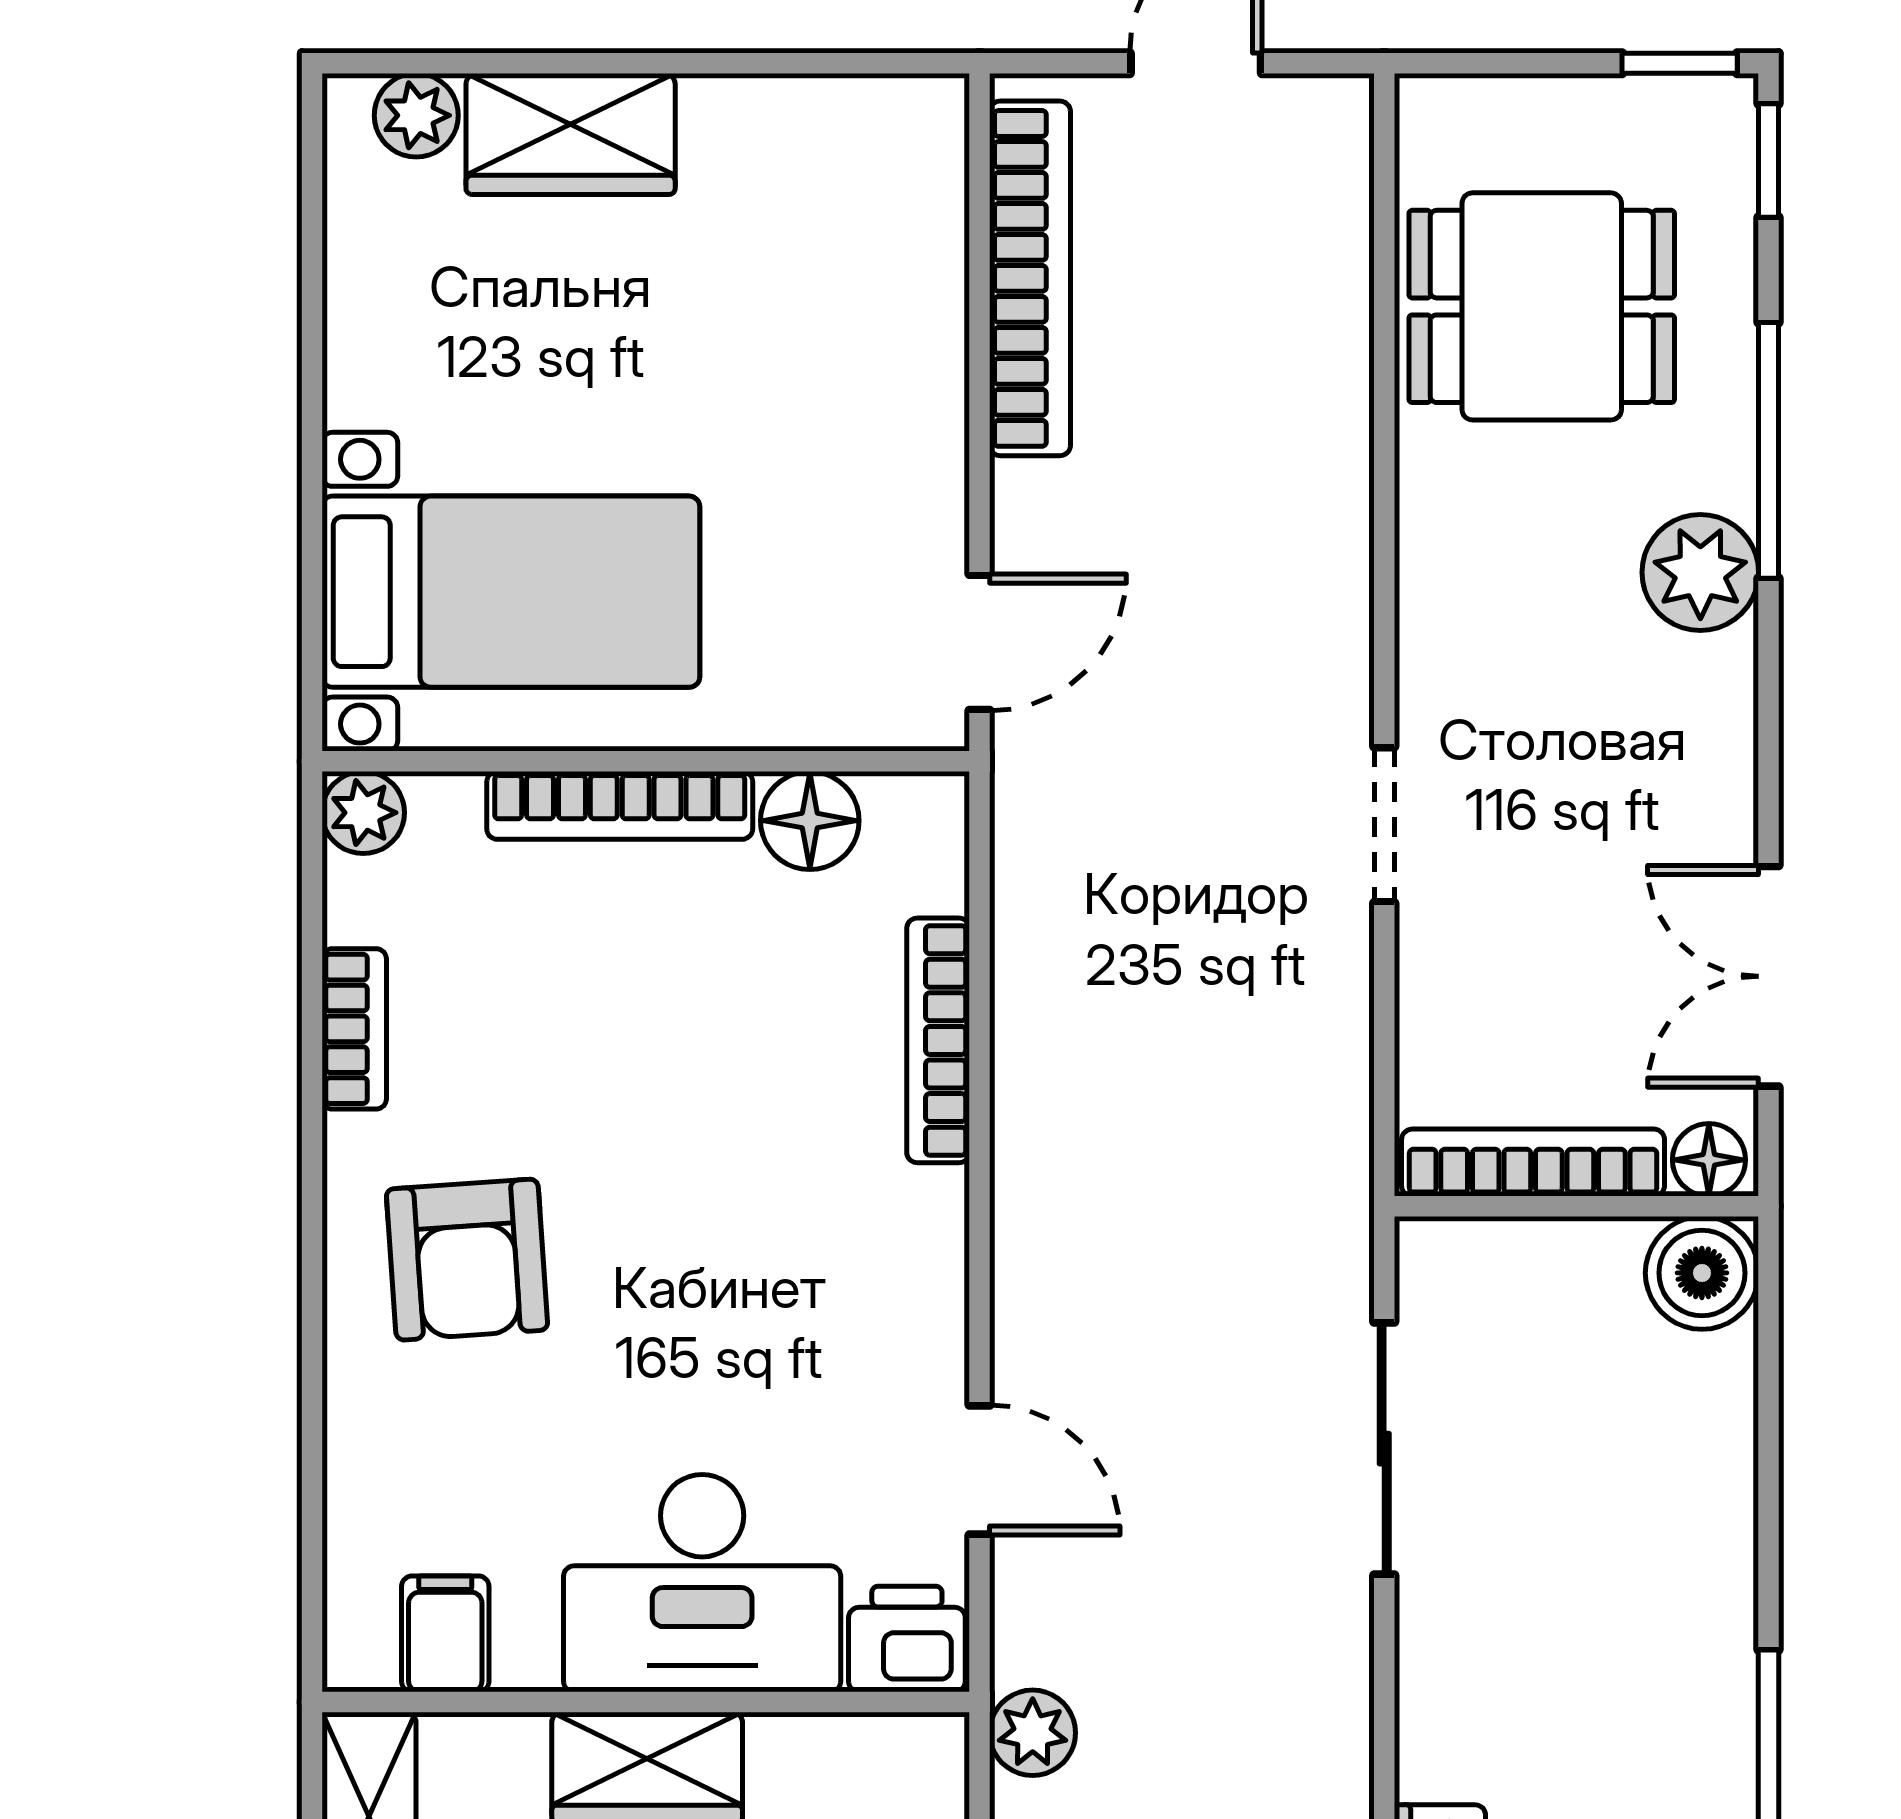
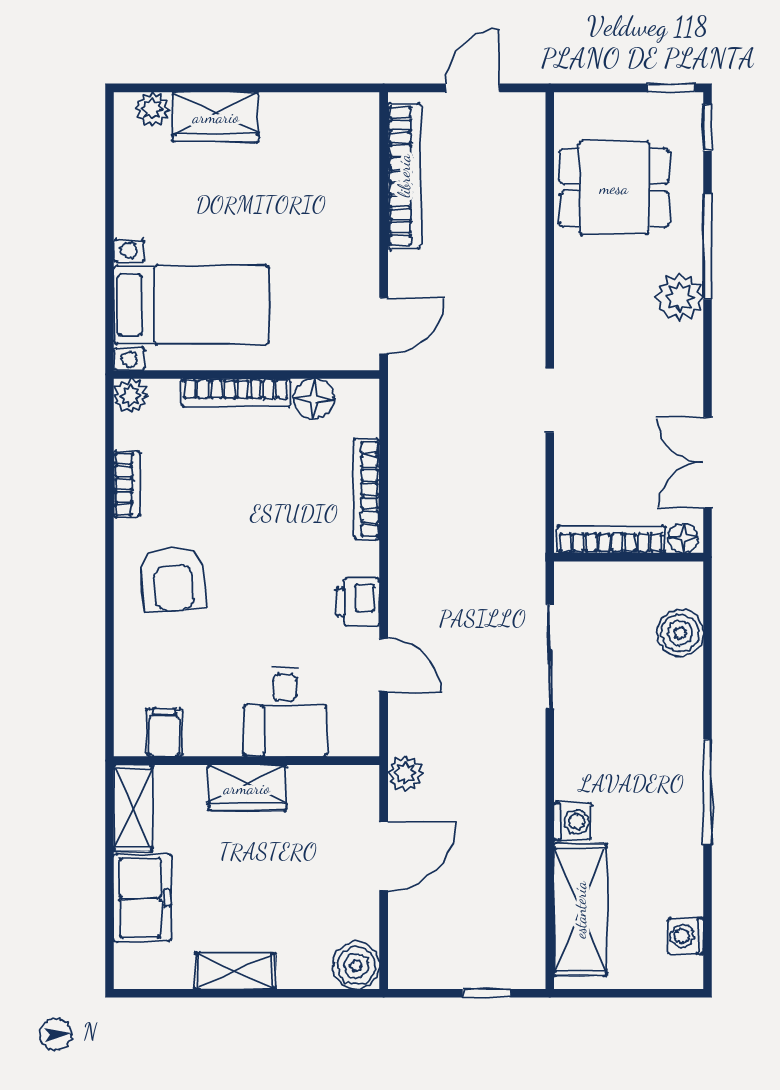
boiler: (1702, 1273) -> (680, 633), moved
desk: (702, 1583) -> (285, 712), width x0.73
printer: (907, 1639) -> (358, 602), moved, turned -90

